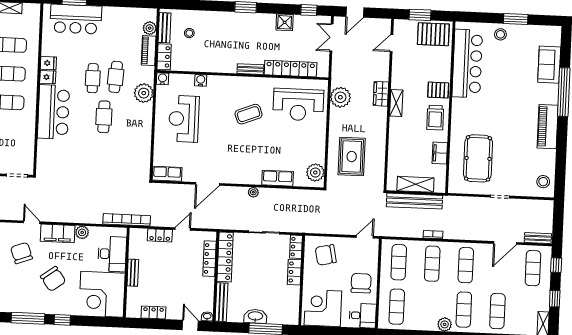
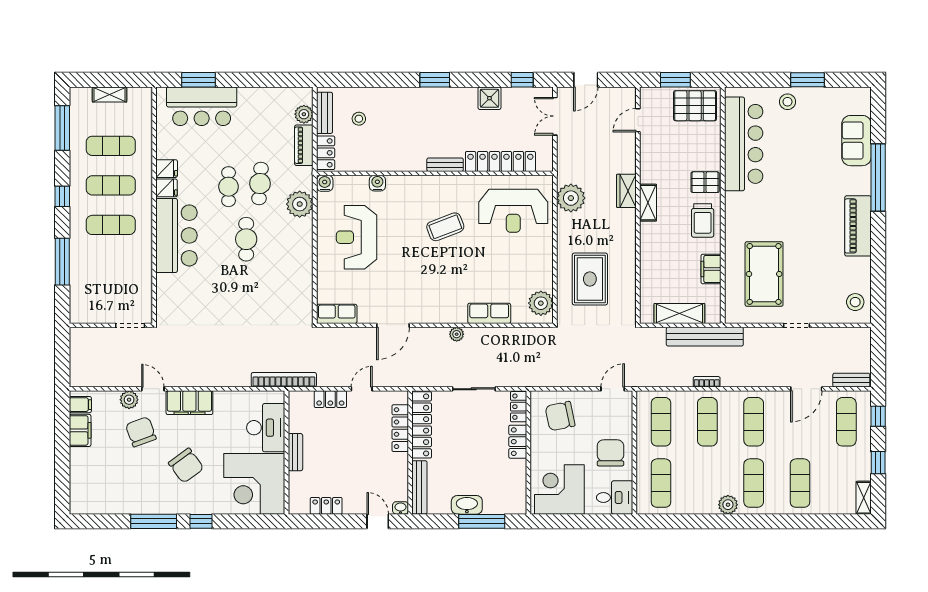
bench: (414, 201) -> (705, 337), moved
plant: (82, 232) -> (129, 400), moved

